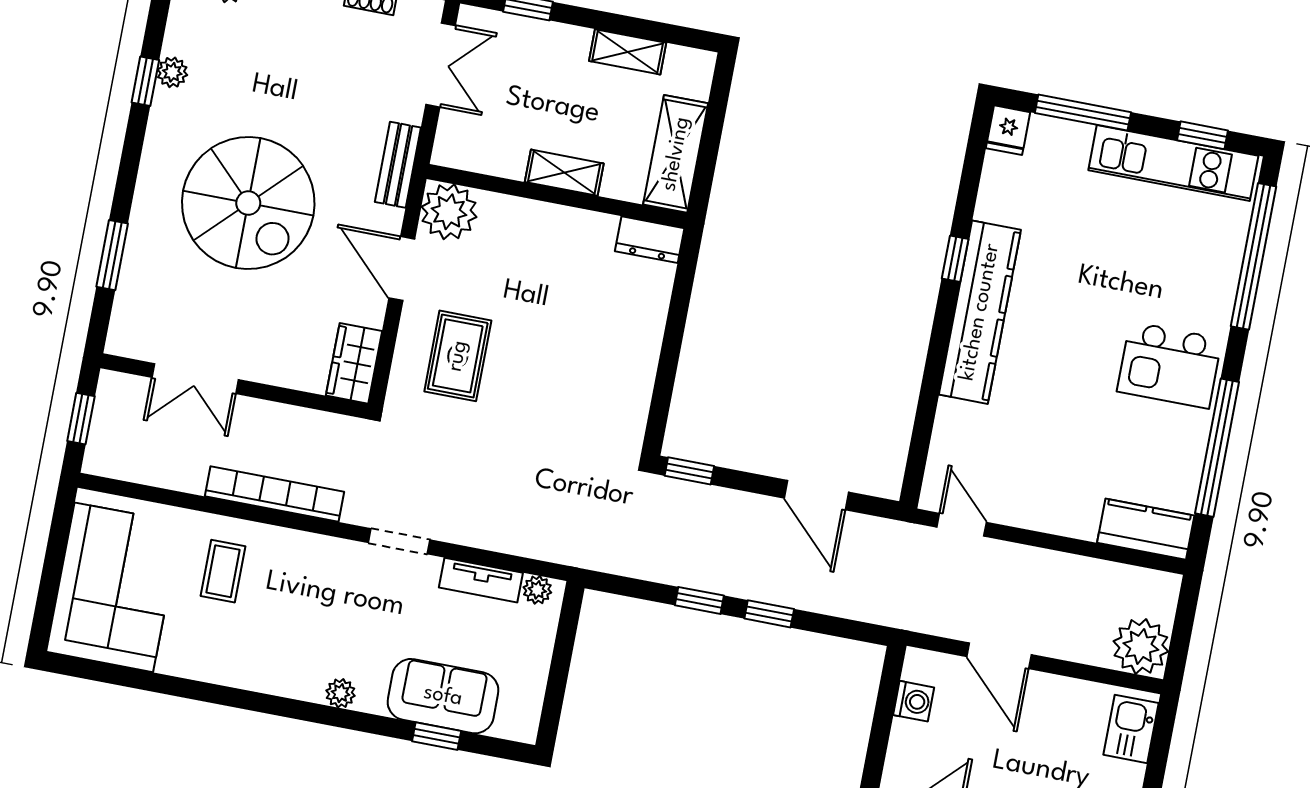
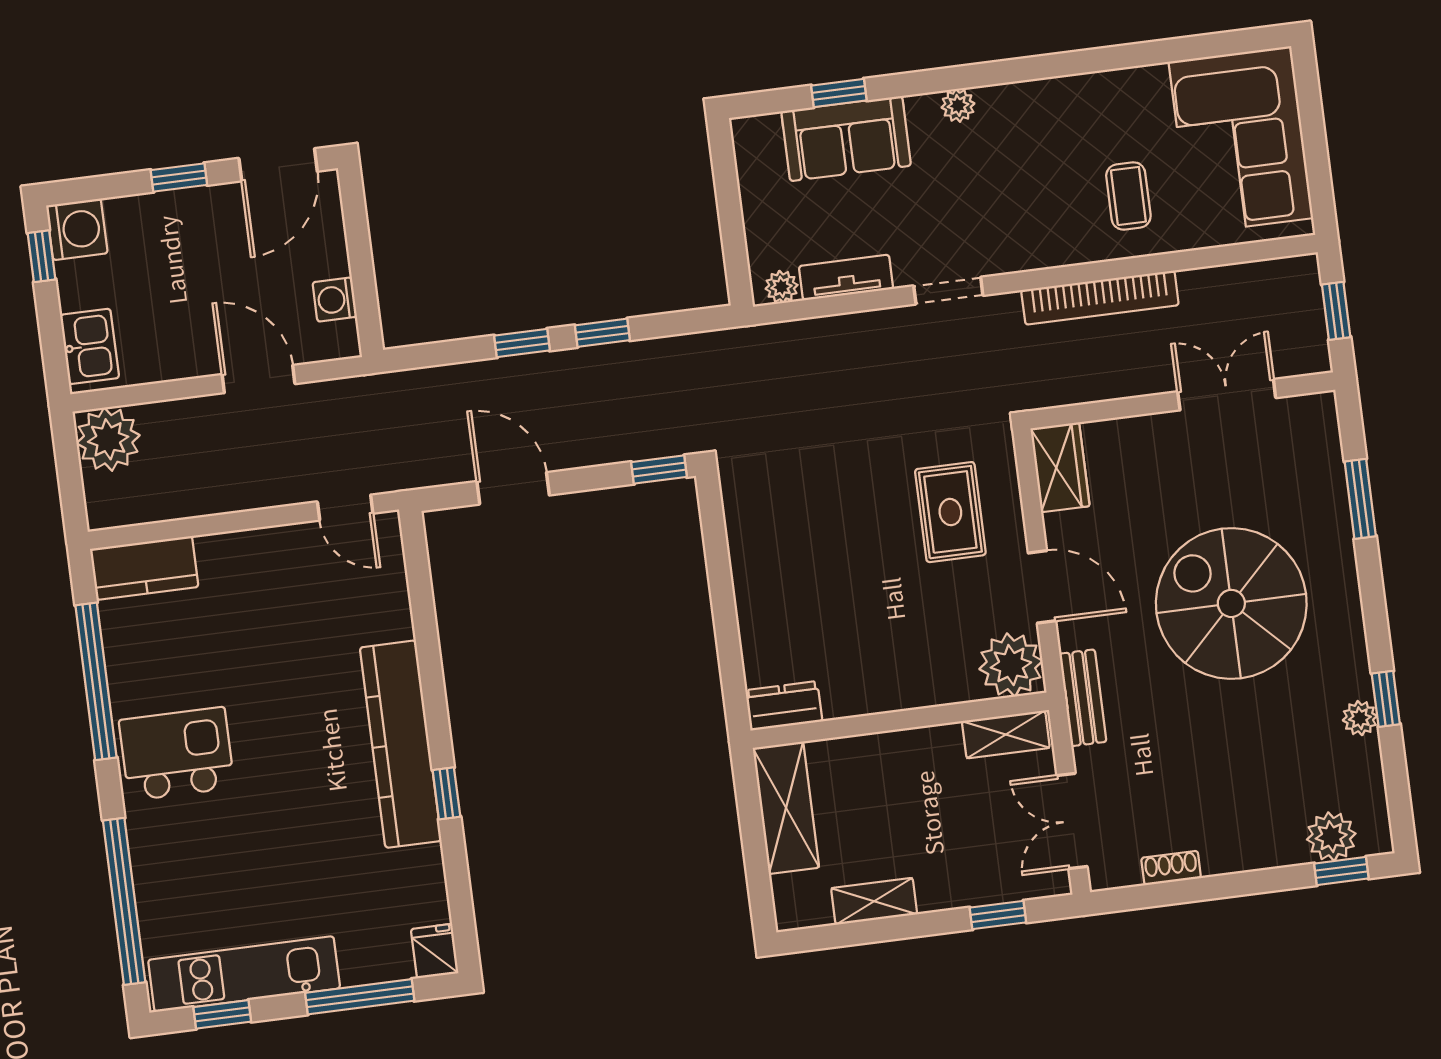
shelving: (564, 173) -> (1006, 734), moved

